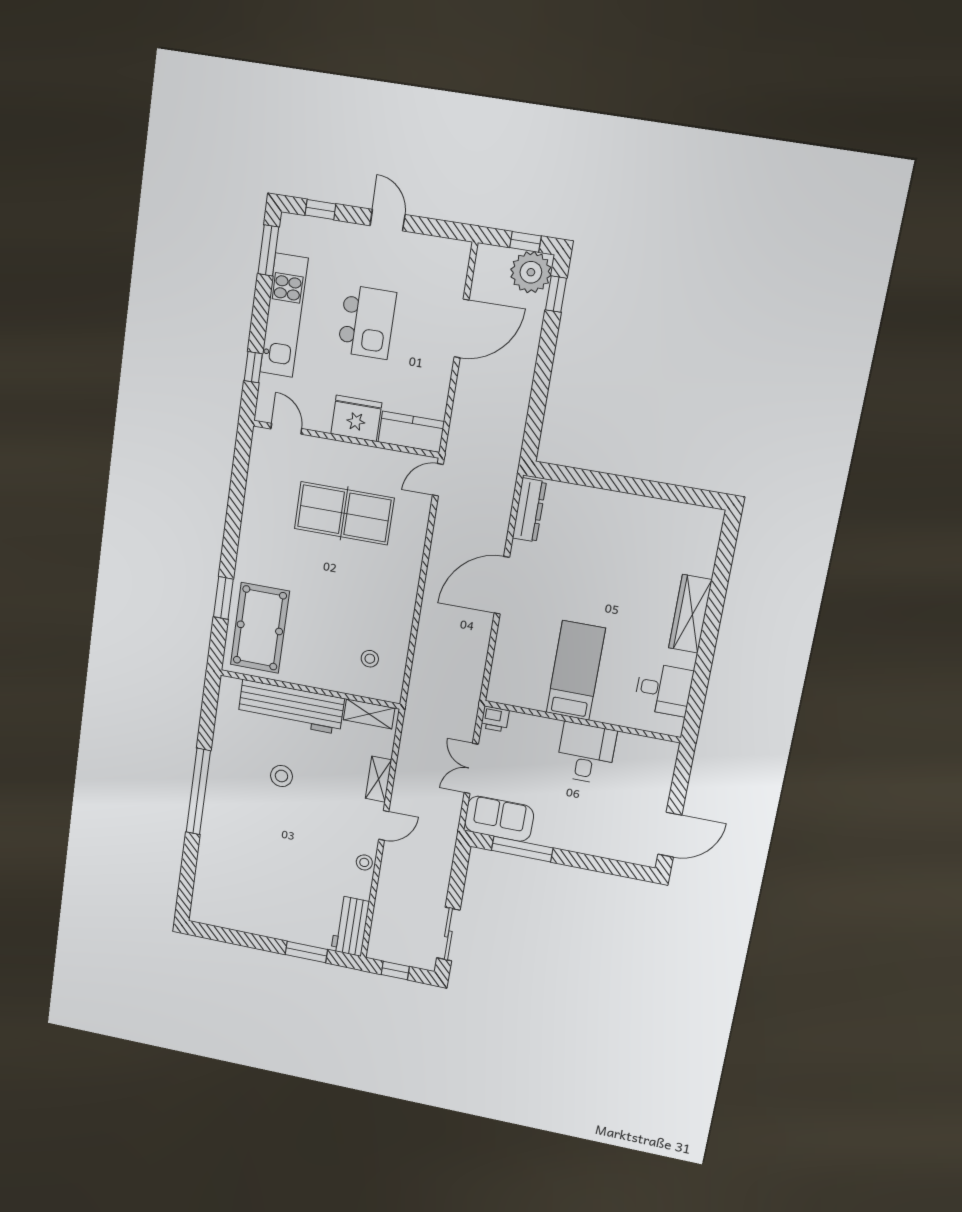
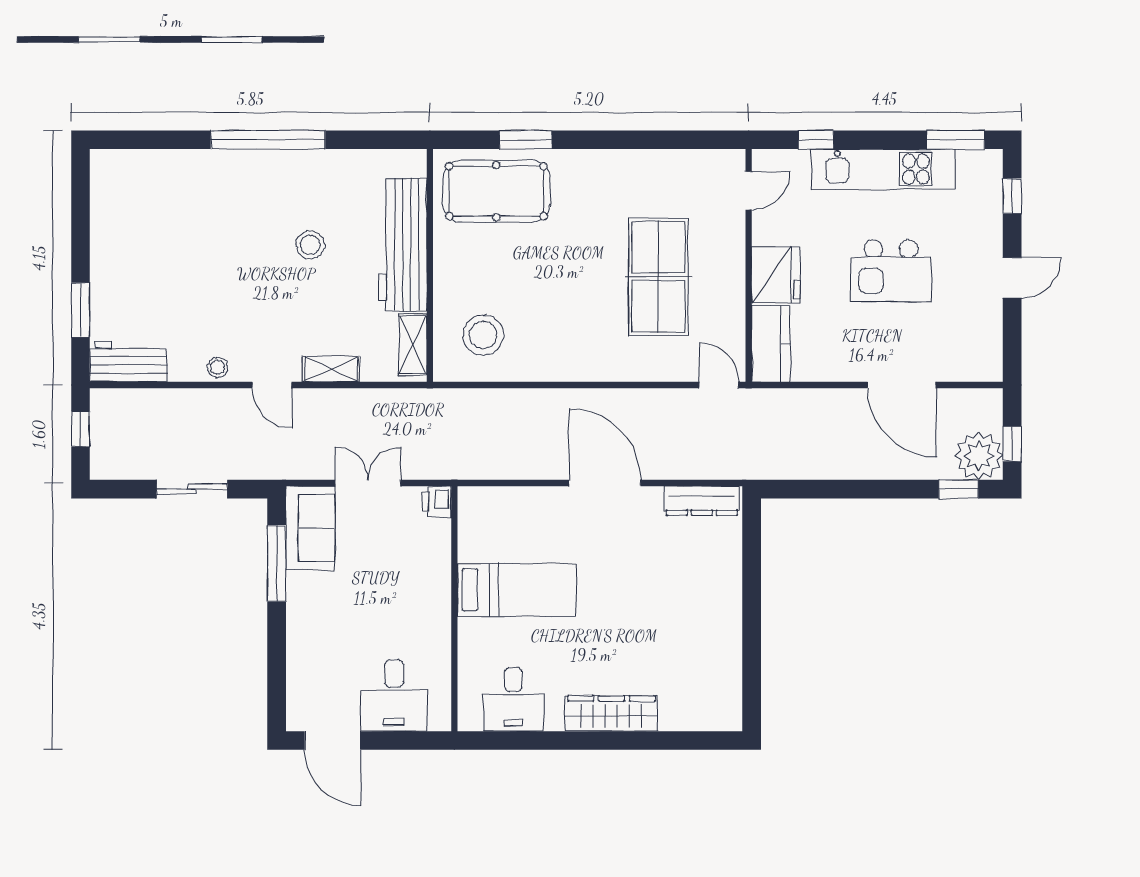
stool: (370, 659) -> (483, 335), width x1.89, depth x1.89
desk: (586, 753) -> (394, 696), moved, turned 90
sliding door: (448, 934) -> (192, 489), moved

